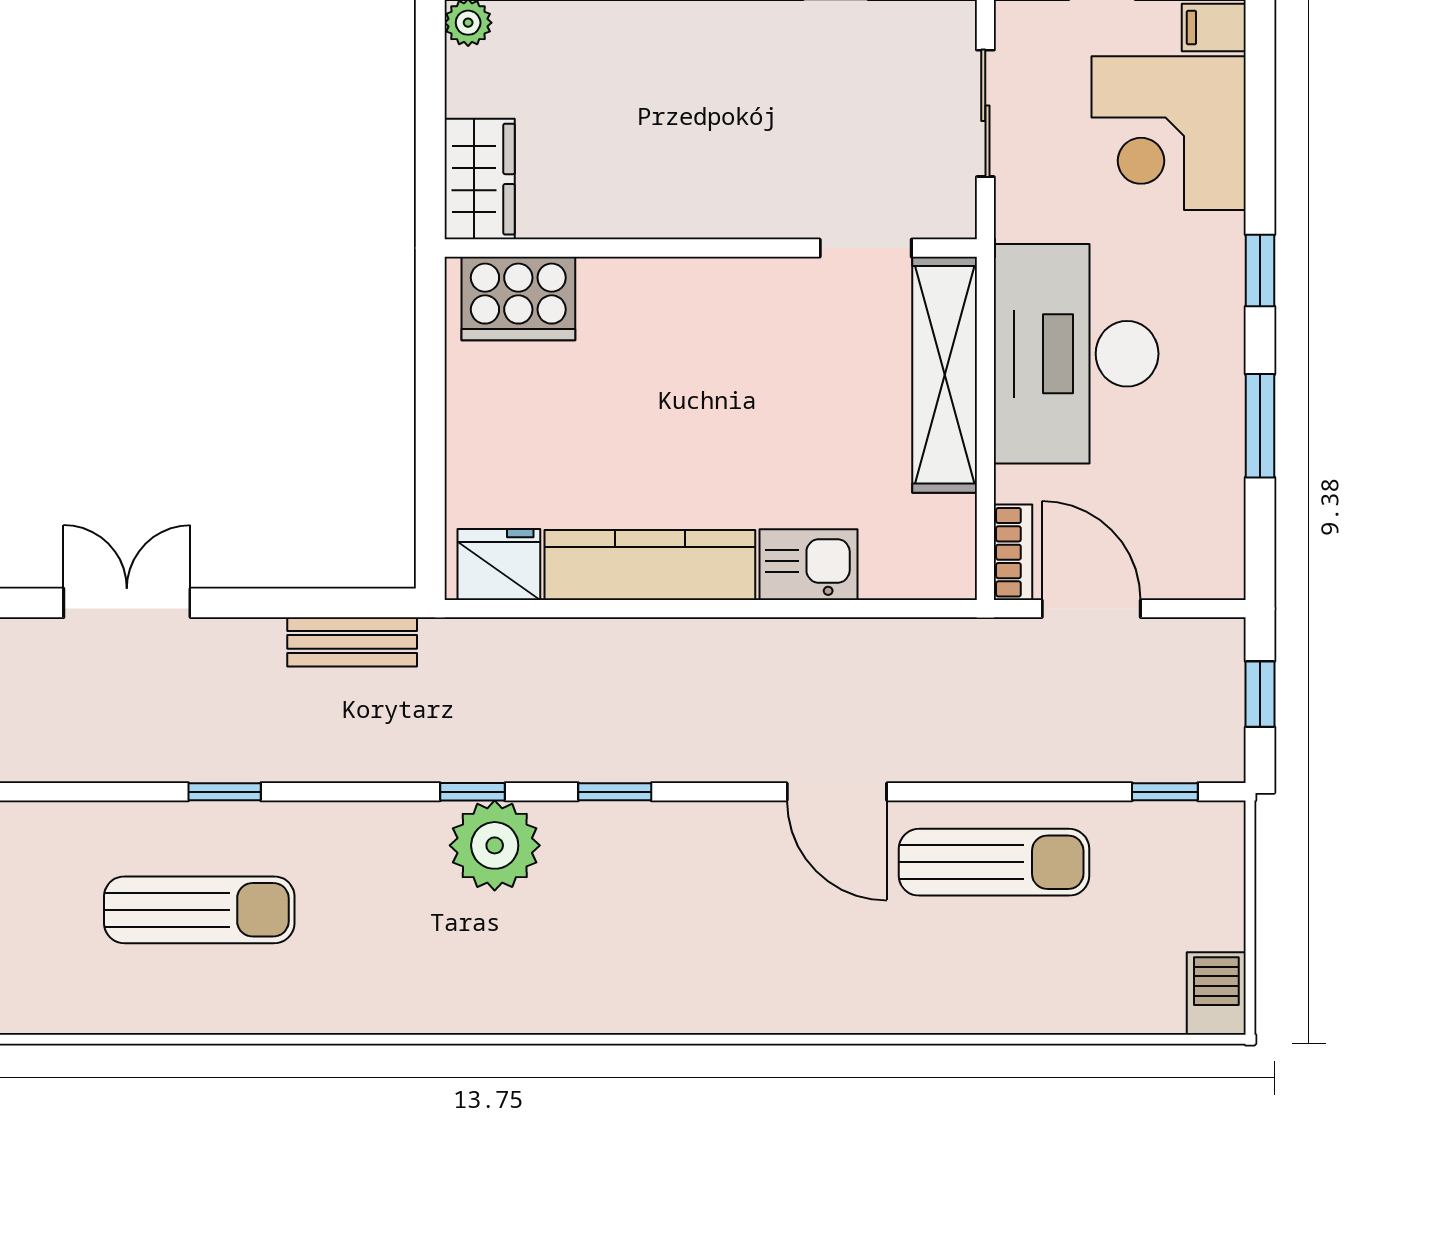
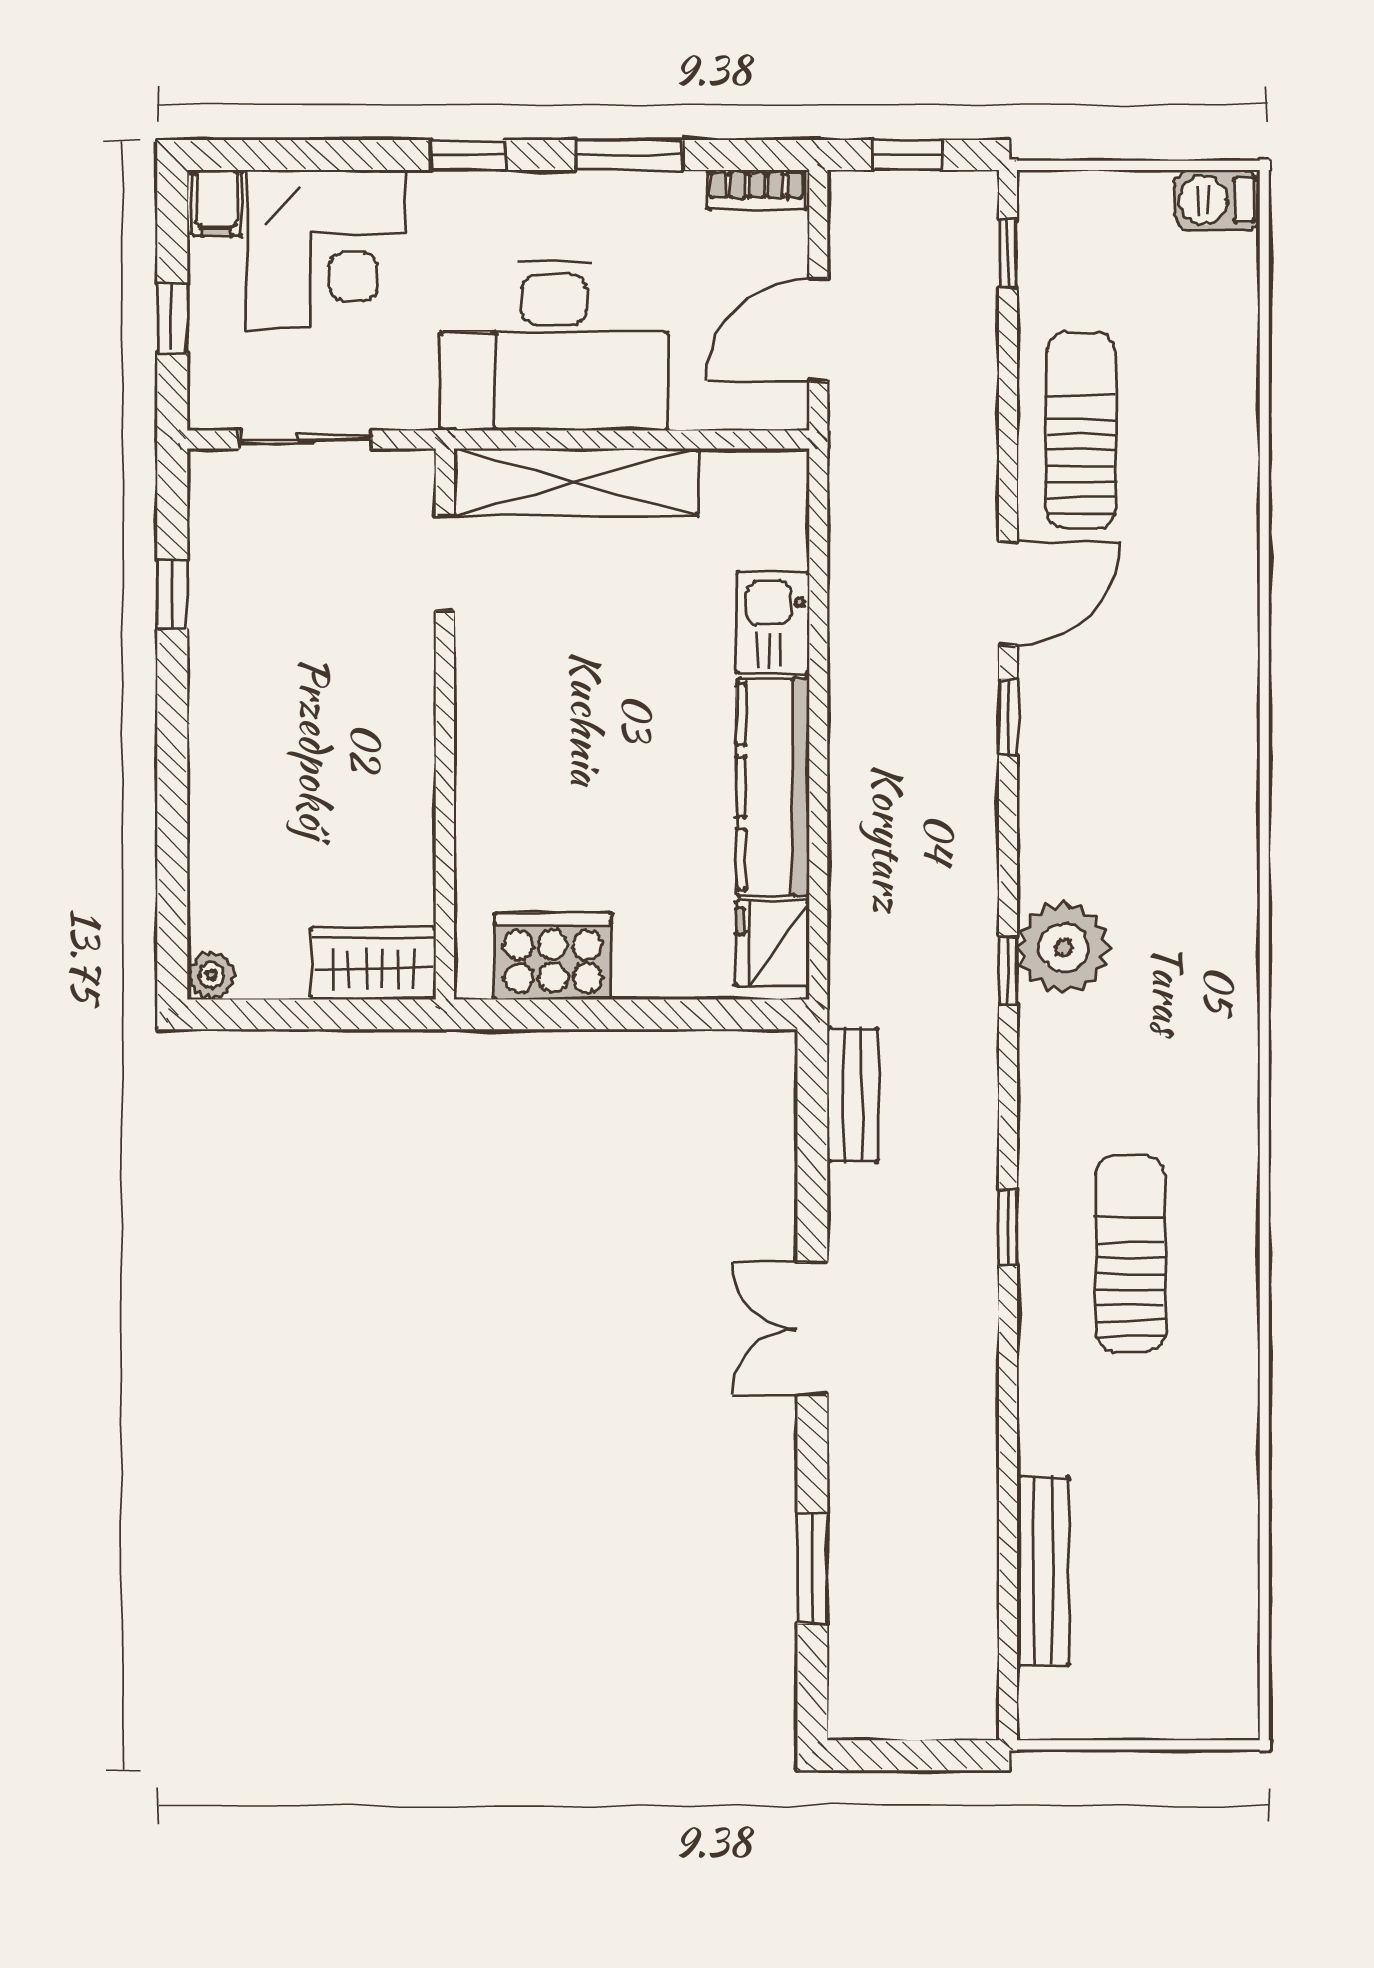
cooker: (518, 299) -> (553, 956), moved, turned -90
bookcase: (1013, 552) -> (757, 190), moved, turned 180
window: (615, 792) -> (1008, 717), moved

